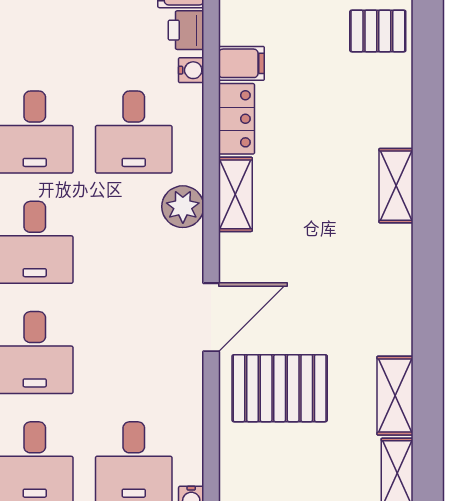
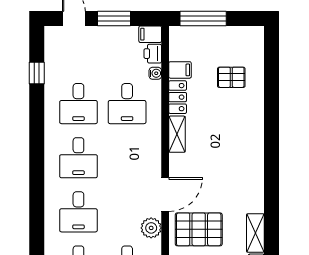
pallet: (378, 31) -> (231, 77), moved
shelving: (396, 186) -> (256, 130), removed
plant: (183, 207) -> (151, 228), moved

